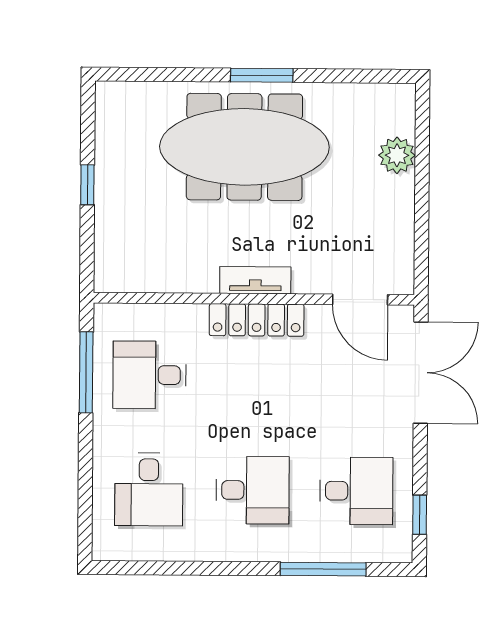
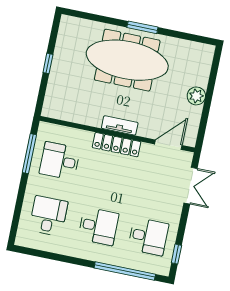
plant: (397, 155) -> (196, 96), moved
door: (360, 300) -> (168, 145), swing flipped
double door: (421, 373) -> (191, 186), width x0.73
desk: (149, 489) -> (48, 216), turned 180
window: (323, 569) -> (125, 271), width x1.46

